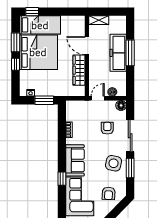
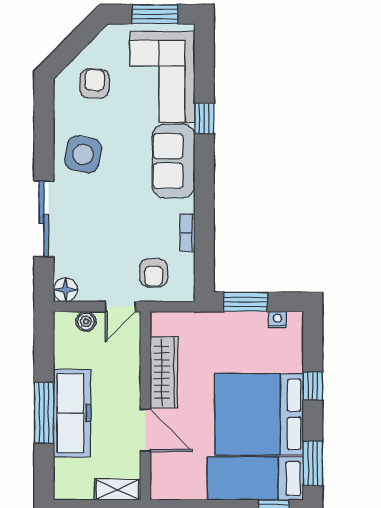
window: (16, 42) -> (313, 463), moved
armchair: (107, 128) -> (154, 273), moved
window: (130, 168) -> (44, 143), removed

